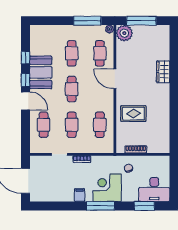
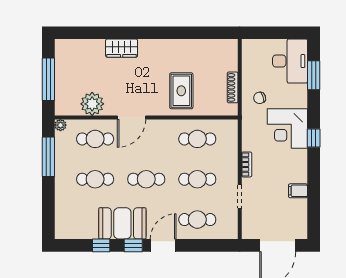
plant: (124, 33) -> (92, 104), moved
filing cabinet: (80, 195) -> (298, 191), moved
window: (100, 206) -> (314, 138), width x0.46

